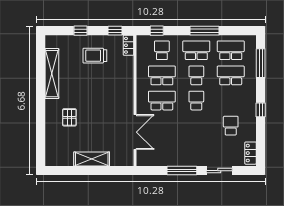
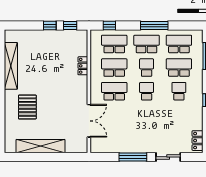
window: (80, 31) -> (50, 25), moved
locker: (129, 45) -> (83, 66), moved
school desk: (162, 50) -> (114, 44), width x1.85
trolley: (95, 56) -> (51, 49), removed
pallet: (69, 117) -> (27, 107), width x1.50, depth x1.42
school desk: (231, 126) -> (179, 91), moved
shelving: (92, 159) -> (41, 146), width x1.47

